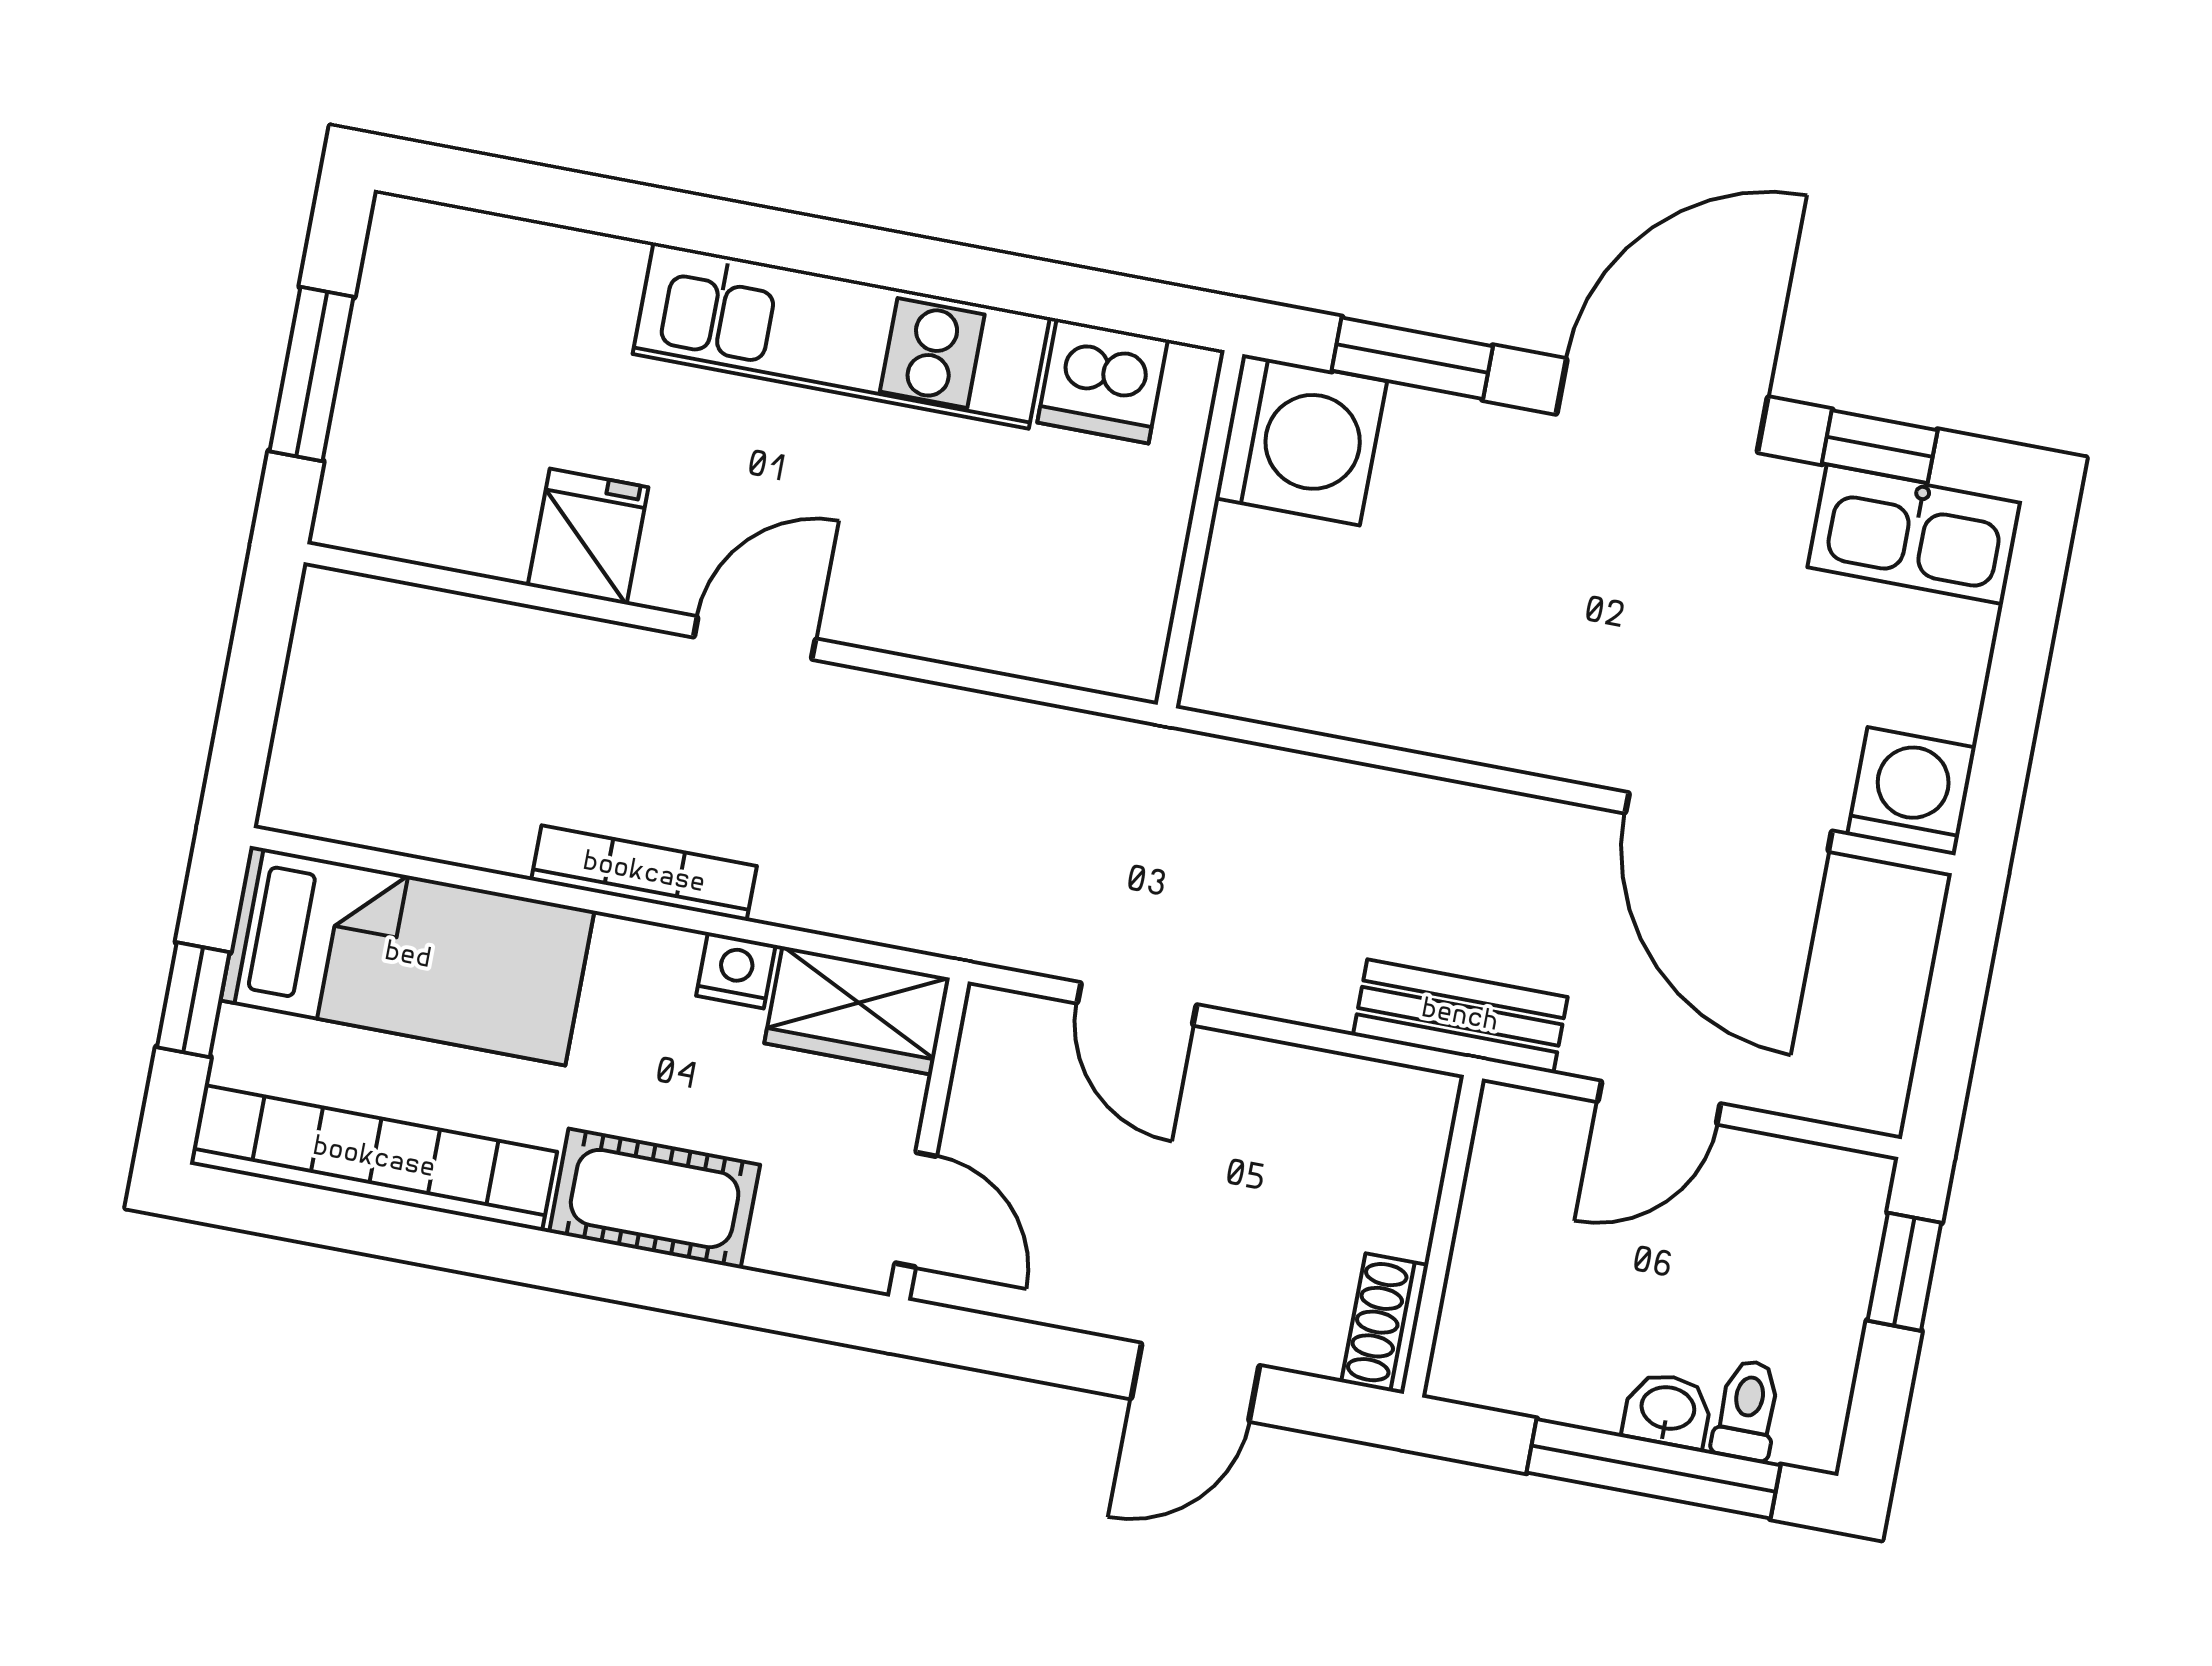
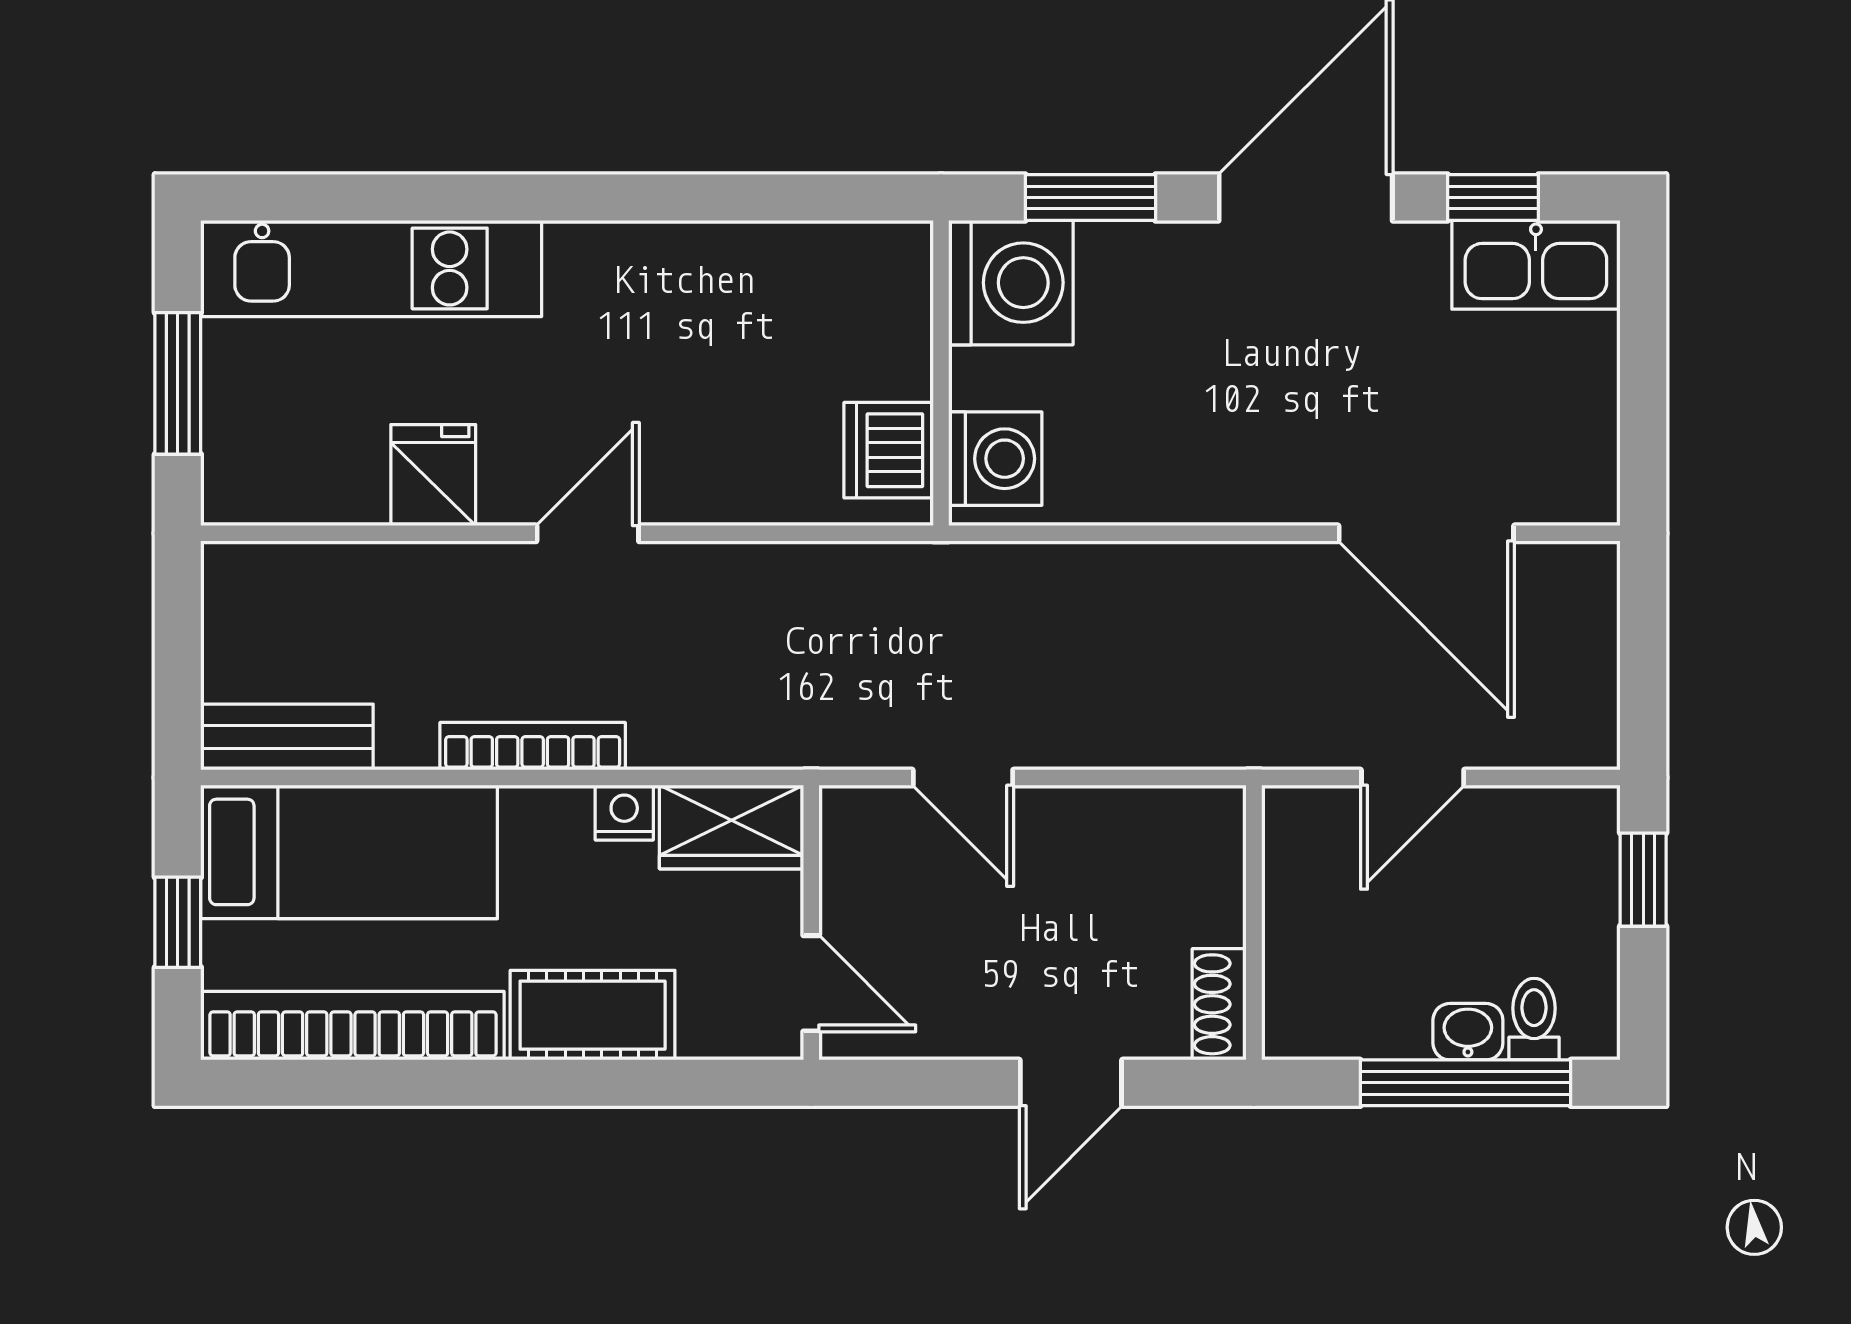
kitchen unit: (841, 336) -> (371, 268), moved
dishwasher: (1103, 381) -> (889, 450), moved, turned 90
washing machine: (1911, 791) -> (995, 459), moved, turned 90
bench: (1460, 1016) -> (287, 737), moved

